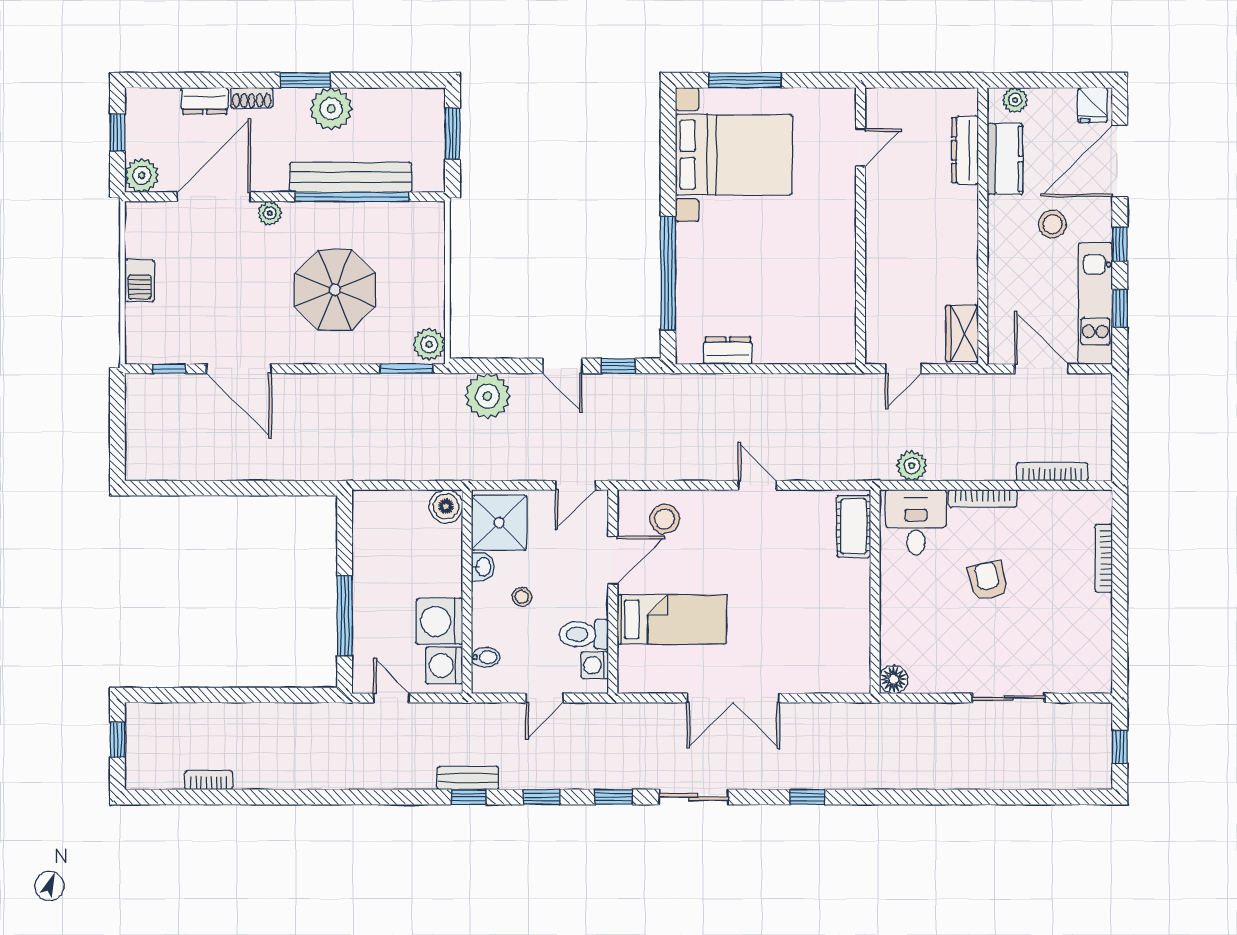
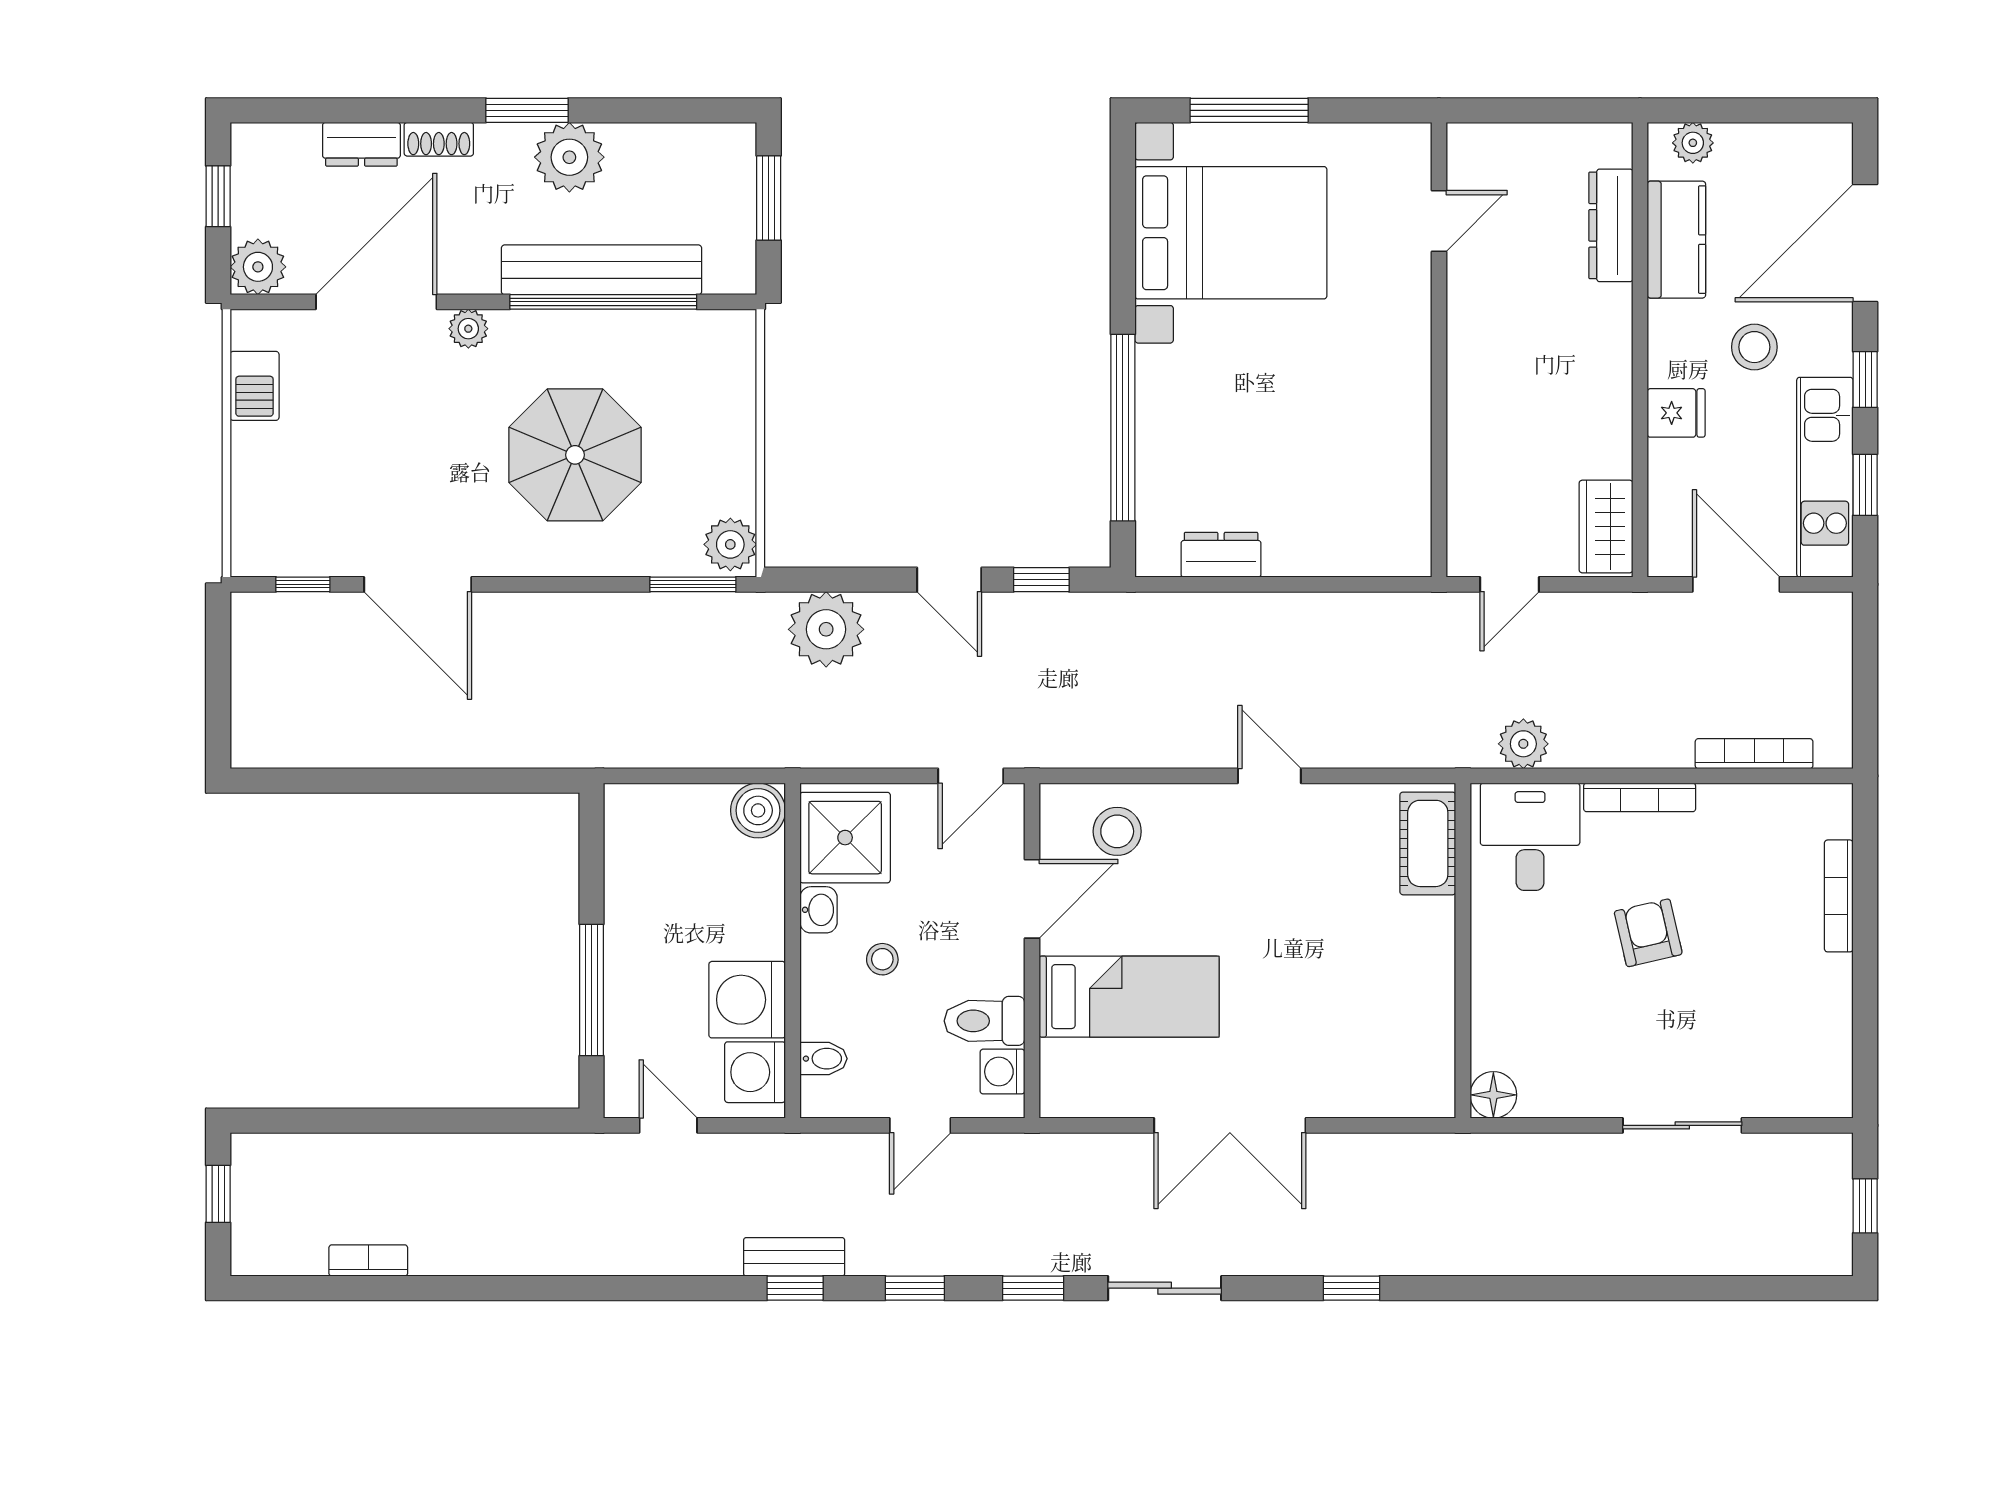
fridge: (1093, 105) -> (1676, 413), moved, turned -90
barbecue: (140, 281) -> (255, 386), moved

